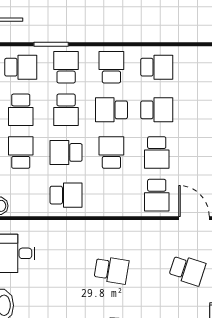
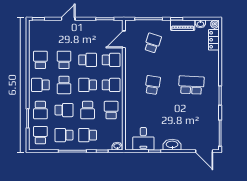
school desk: (66, 67) -> (40, 110), turned -90
school desk: (21, 110) -> (64, 135), turned 180
school desk: (111, 195) -> (111, 85), added

